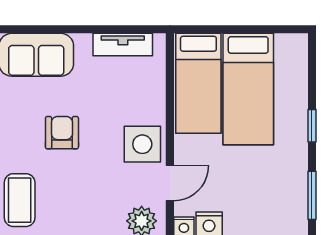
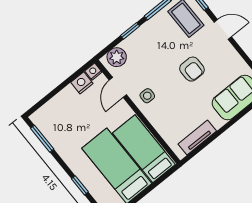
window: (312, 126) -> (80, 185), moved
side table: (142, 144) -> (147, 96), width x0.54, depth x0.54

